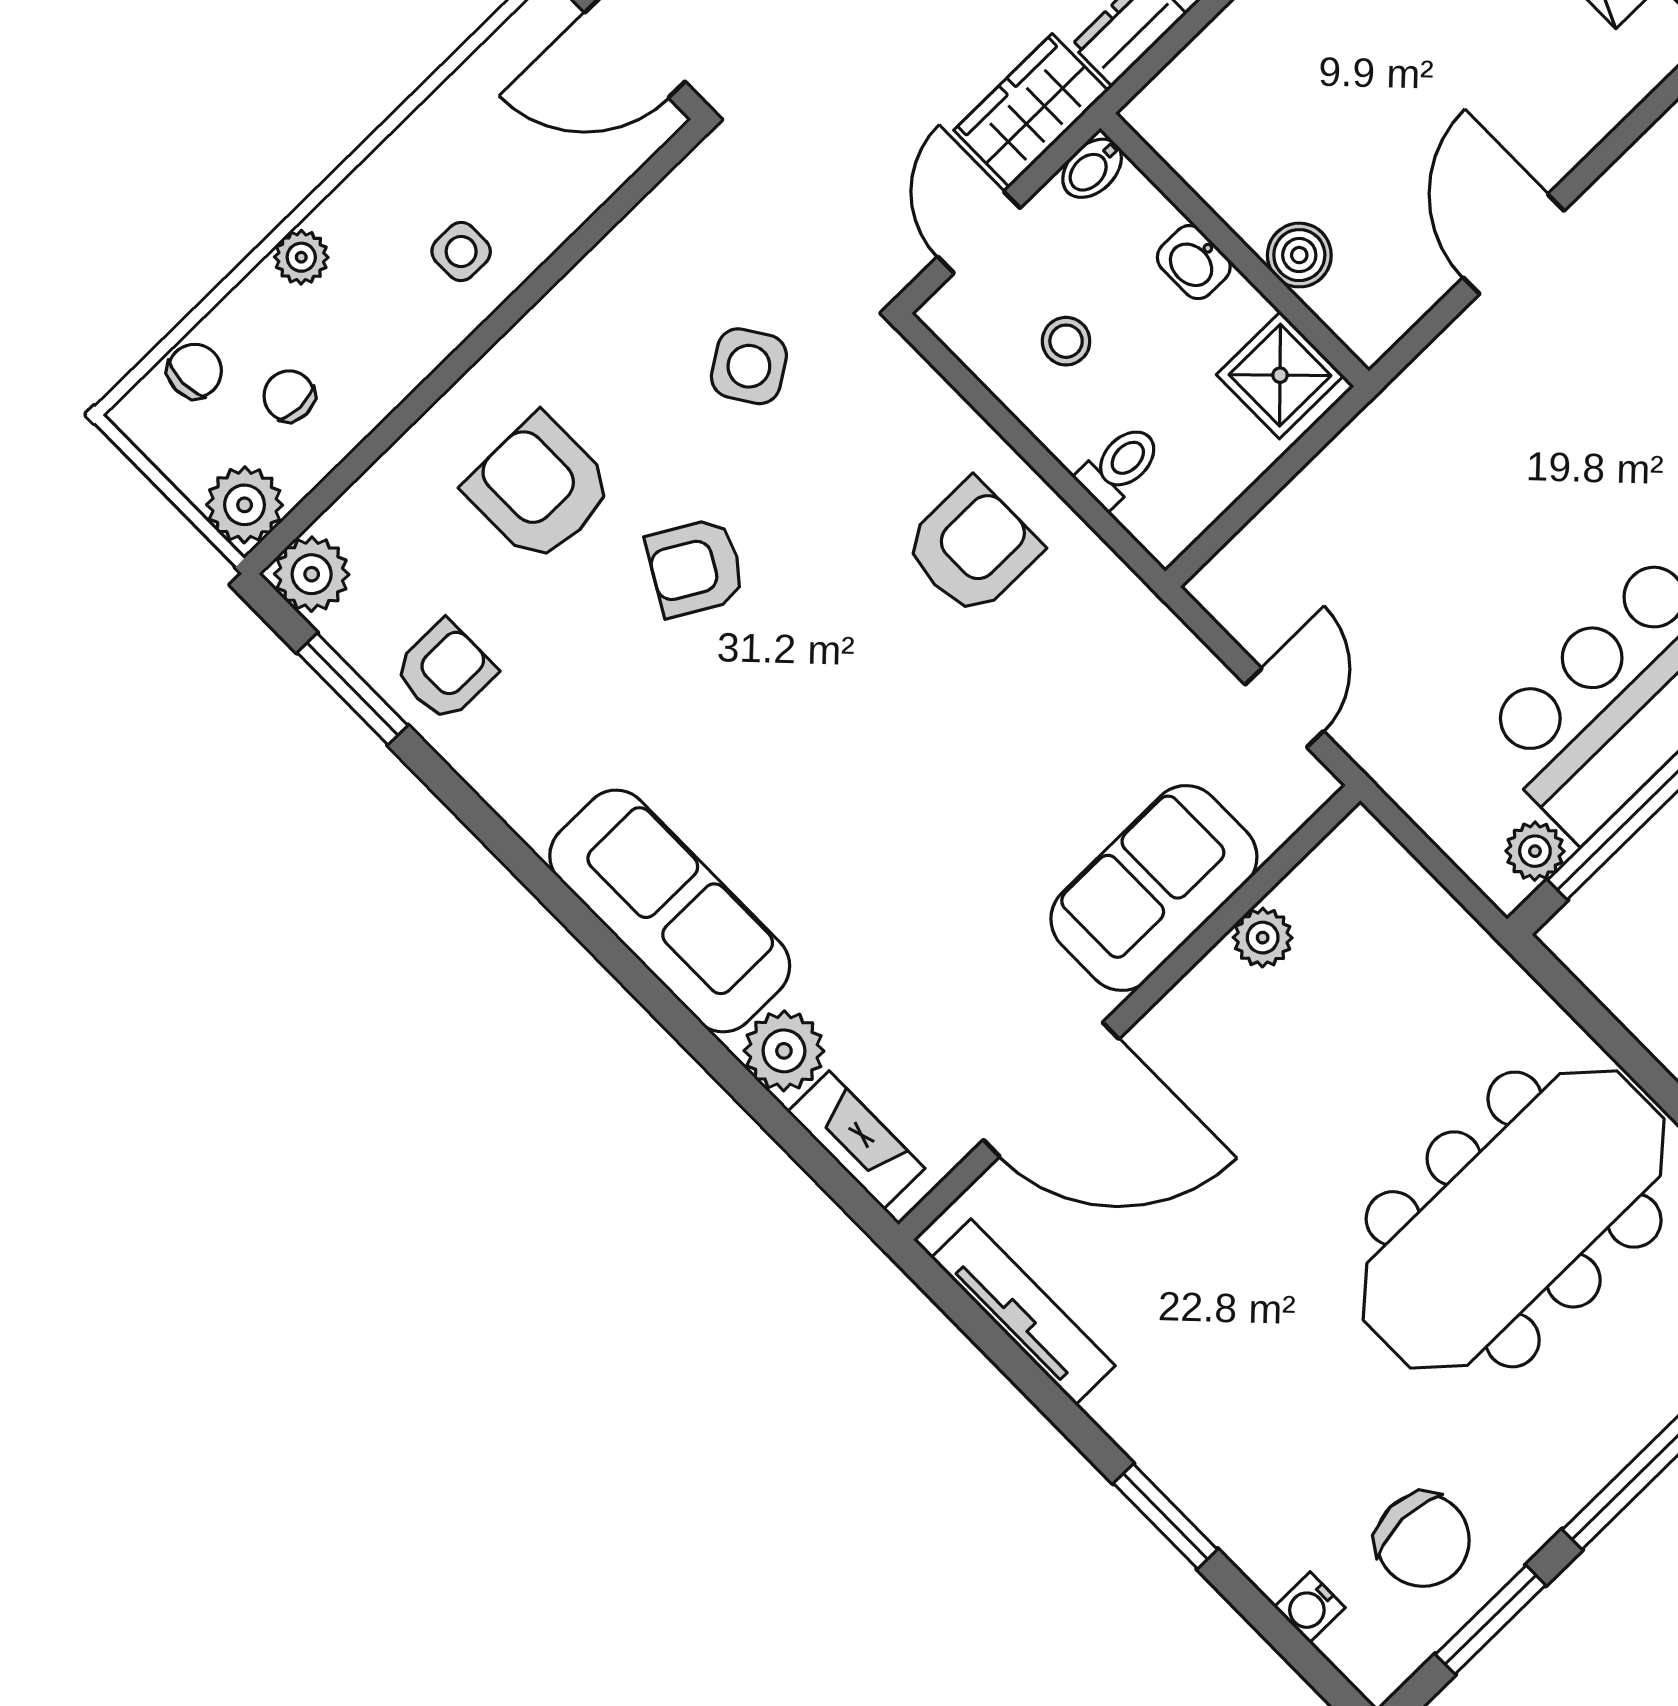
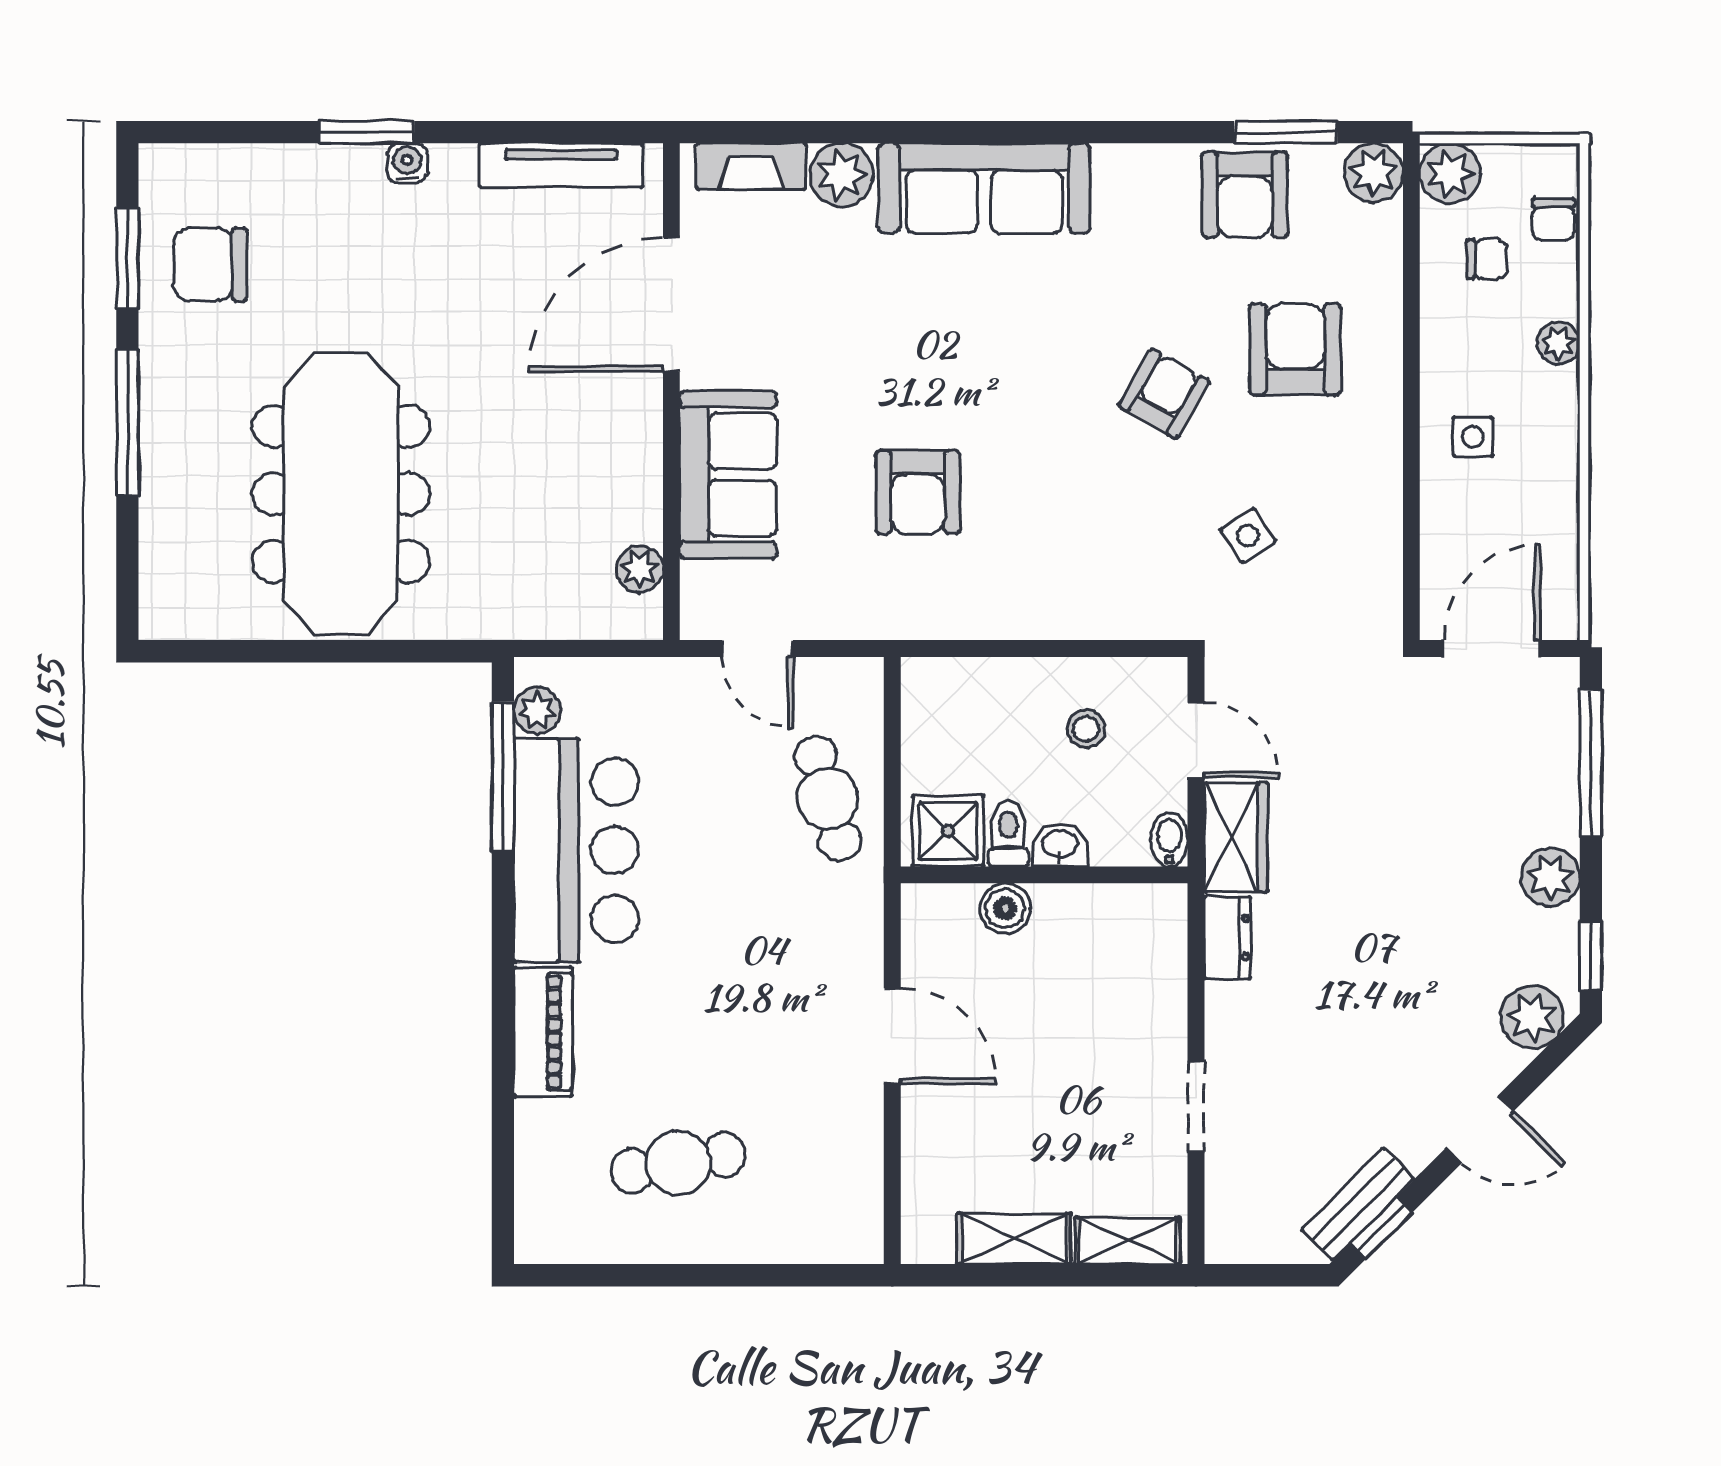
side table: (749, 366) -> (1248, 536), width x0.73, depth x0.73
toilet: (1119, 466) -> (1008, 834), moved, turned 180
armchair: (539, 489) -> (1295, 349), turned -90
cafe table: (1357, 512) -> (828, 798), added
armchair: (972, 547) -> (918, 492), moved
armchair: (445, 671) -> (1245, 195), width x1.38, depth x1.38
plant: (1263, 938) -> (640, 569), moved
water cooler: (1310, 1607) -> (407, 163), moved

